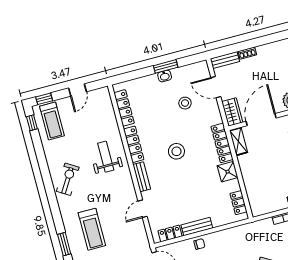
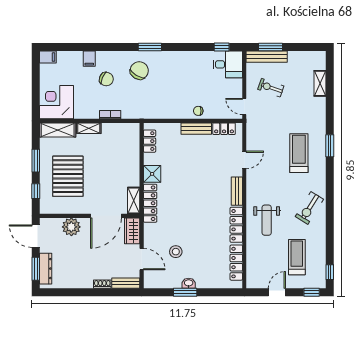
treadmill: (52, 121) -> (297, 257), moved
stool: (176, 151) -> (197, 207), removed

